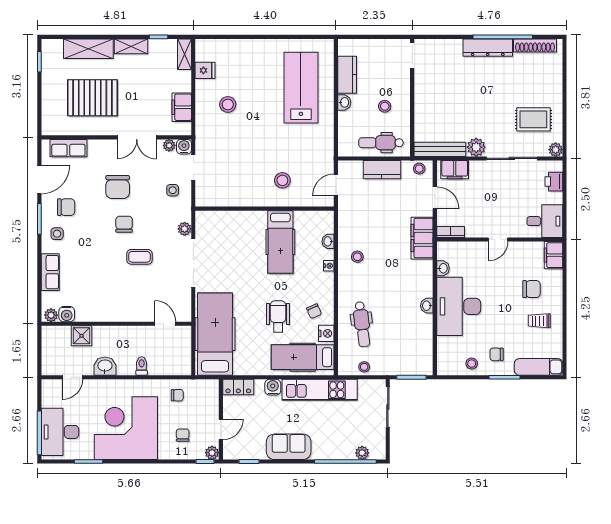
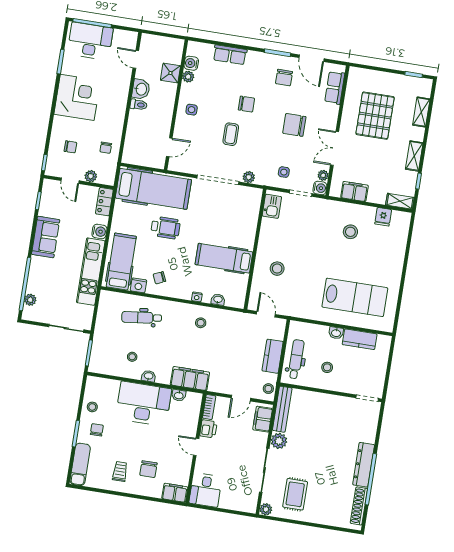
shelving: (88, 49) -> (421, 112), width x0.67, depth x0.75
printer: (554, 182) -> (208, 429), moved, turned 90
kitchen sink: (213, 198) -> (272, 206), added
chair: (124, 224) -> (246, 104), moved
side table: (57, 234) -> (192, 110), moved
filing cabinet: (422, 238) -> (190, 378), moved
plant: (51, 315) -> (188, 77), moved
wheelchair: (278, 316) -> (165, 228), moved
toilet: (142, 366) -> (139, 105), moved
stool: (364, 367) -> (132, 357), moved
corner desk: (126, 428) -> (77, 97), width x0.74, depth x0.74
plant: (212, 453) -> (91, 176), moved

